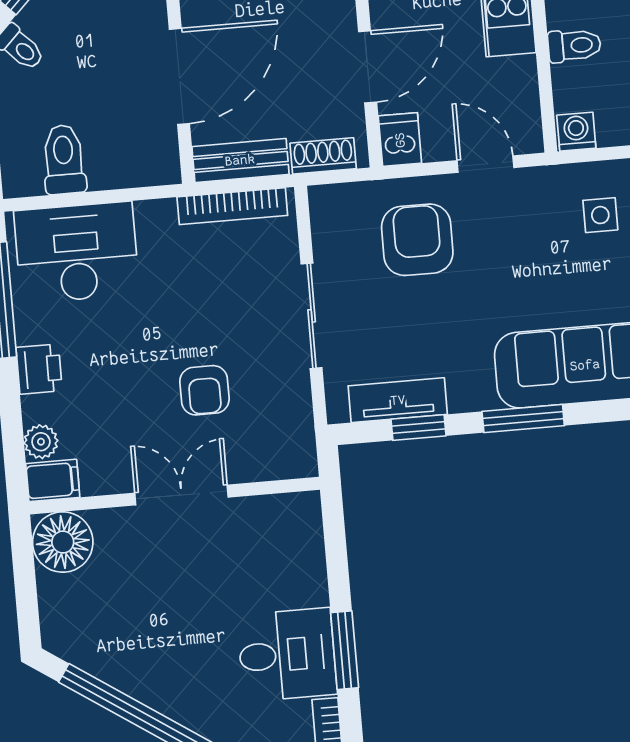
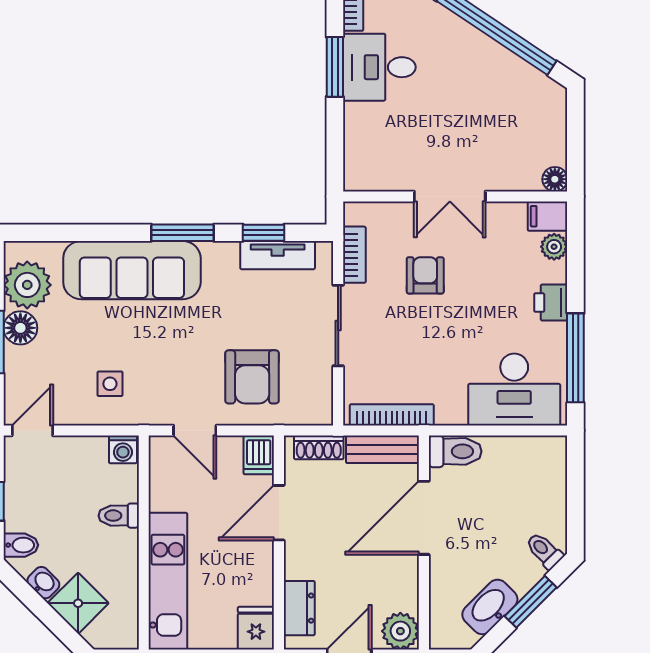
toilet: (64, 159) -> (455, 451), moved, turned -90
bookcase: (298, 409) -> (354, 255), added
floor lamp: (63, 542) -> (555, 179), width x0.53, depth x0.53

